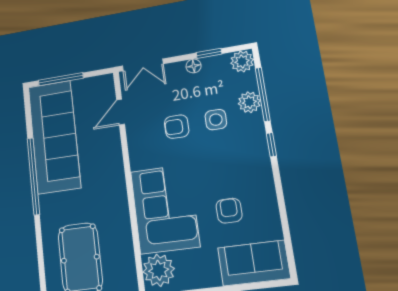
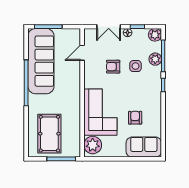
double door: (143, 65) -> (109, 27), moved

